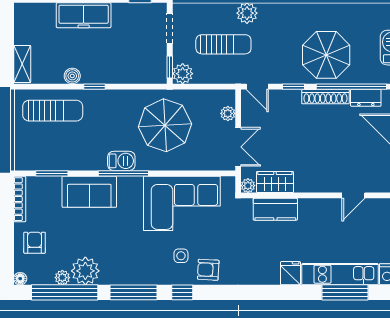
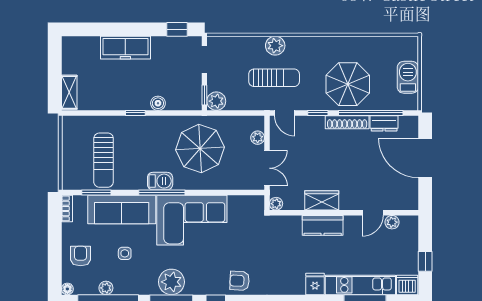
sun lounger: (223, 44) -> (274, 78), moved
boiler: (72, 76) -> (158, 103), moved
sun lounger: (53, 111) -> (104, 160), moved, turned 90
wardrobe: (275, 182) -> (322, 200), moved
sofa: (89, 192) -> (122, 209), width x1.36
bookcase: (20, 199) -> (67, 208), width x0.64
corner sofa: (182, 203) -> (192, 220), moved
plant: (374, 206) -> (392, 222), added
kitchen counter: (275, 209) -> (323, 225), moved
side table: (181, 256) -> (125, 253), moved
plant: (85, 271) -> (171, 282), moved

